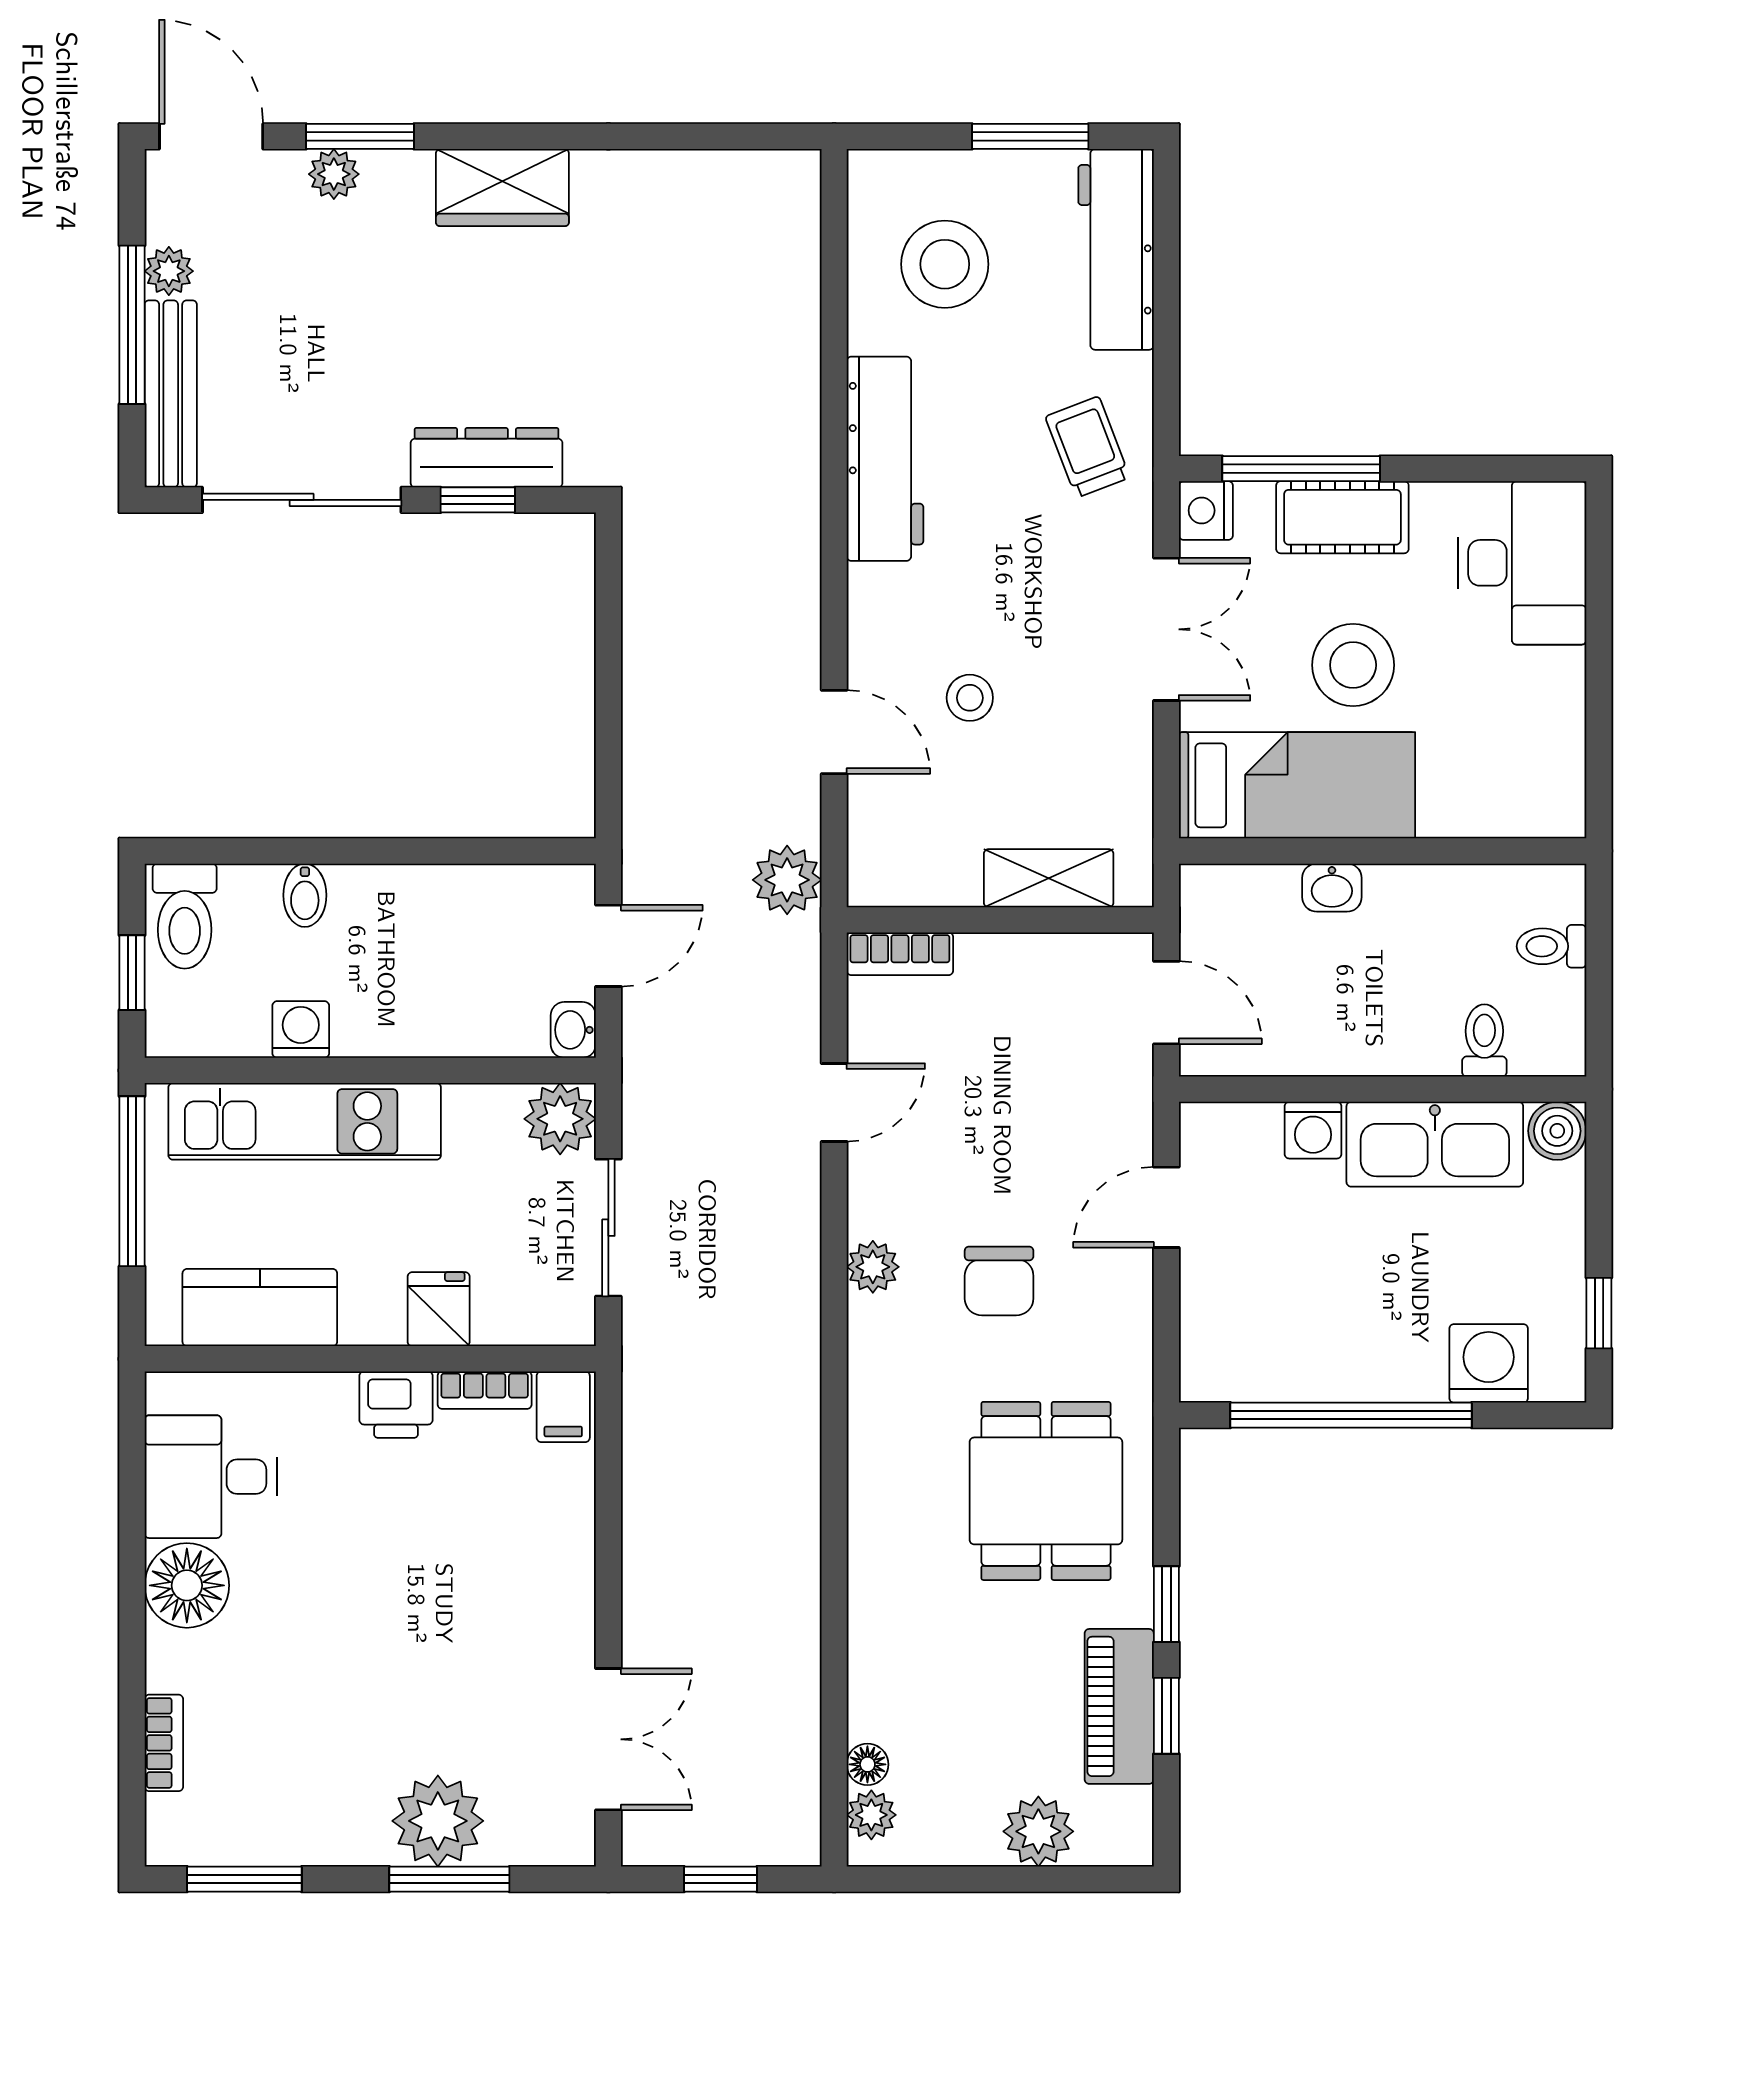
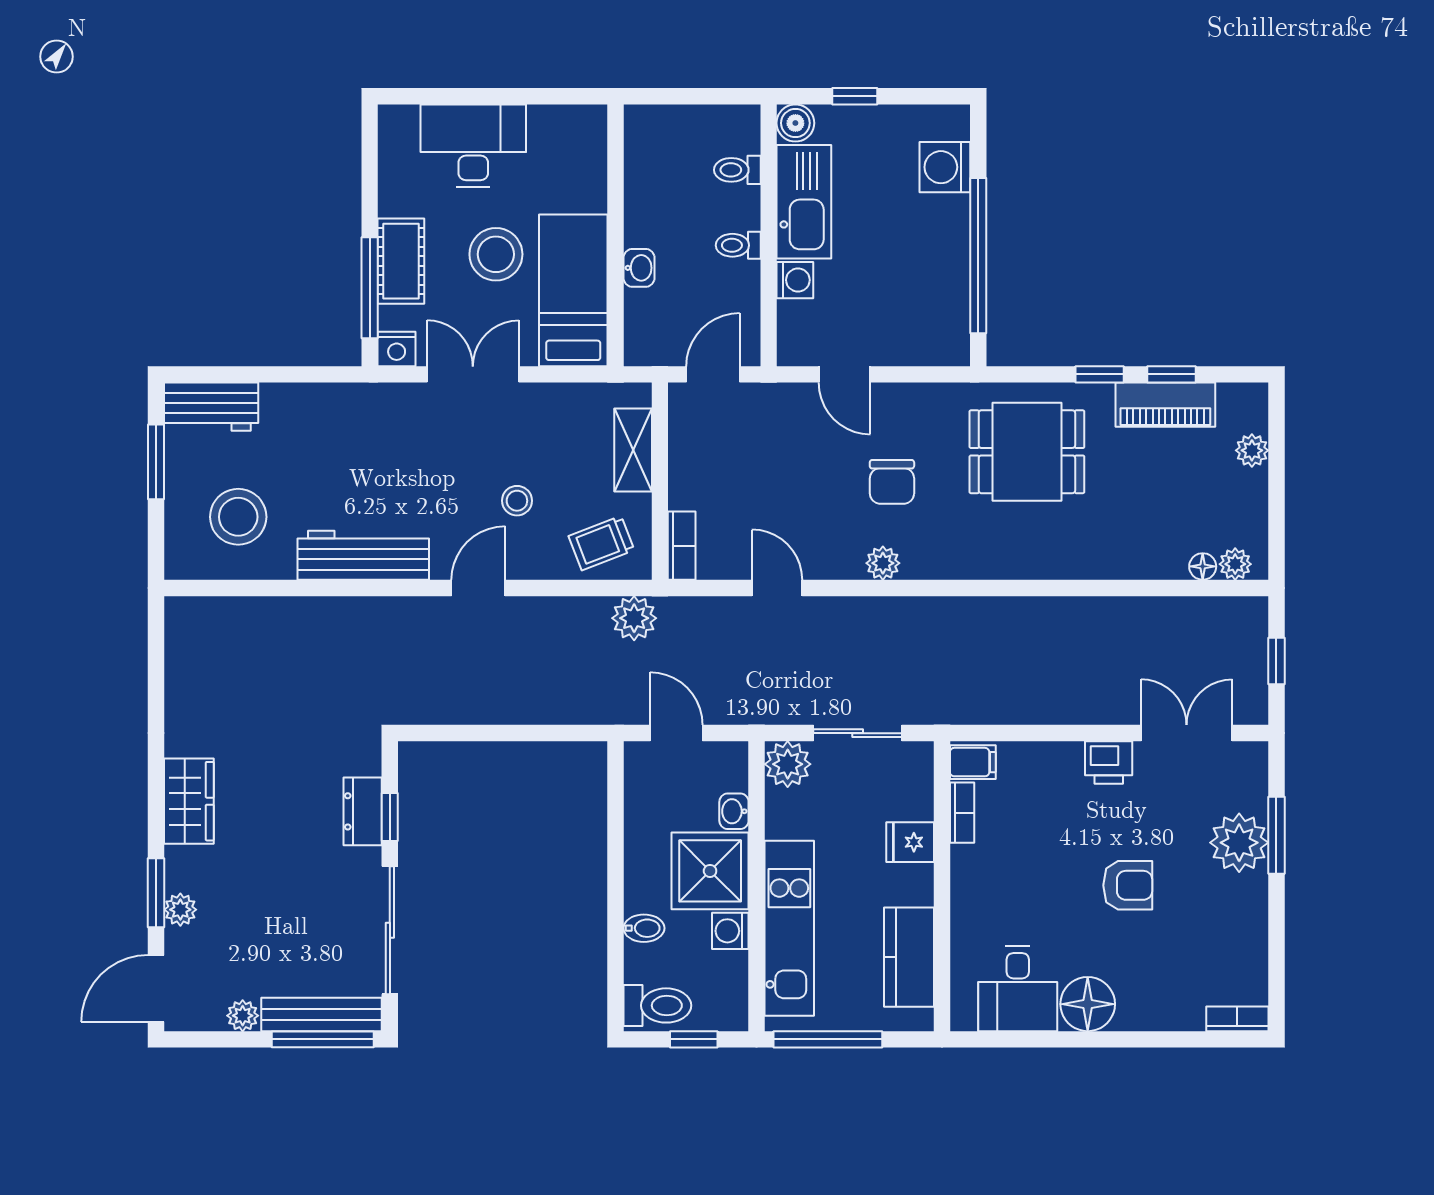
workbench: (1116, 249) -> (211, 407), width x0.73
window: (132, 325) -> (323, 1039), moved
trolley: (1087, 447) -> (601, 543), moved
dresser: (487, 458) -> (363, 811), width x0.70
desk: (1522, 563) -> (473, 146), moved
door: (834, 732) -> (478, 588), moved
toilet: (1552, 946) -> (738, 245), moved, turned 90
shower: (394, 998) -> (710, 871), added
washbasin: (573, 1030) -> (734, 811), moved, turned 90
chair: (999, 1281) -> (892, 482), turned 90
window: (1599, 1313) -> (855, 96), moved
printer: (396, 1405) -> (1109, 762), moved, turned 90
armchair: (372, 1648) -> (1128, 885), added
bookcase: (164, 1743) -> (1237, 1019), moved
plant: (1038, 1831) -> (1252, 450), width x0.73, depth x0.73
window: (244, 1879) -> (1276, 967), removed

